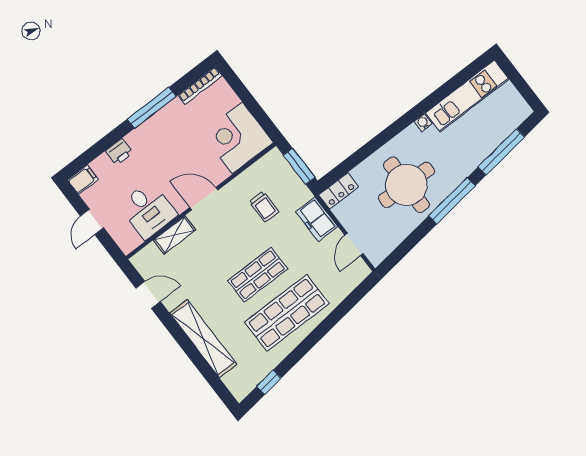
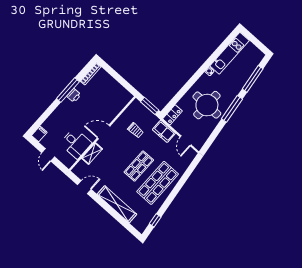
corner desk: (237, 138) -> (115, 97), removed
printer: (119, 152) -> (74, 95), moved

